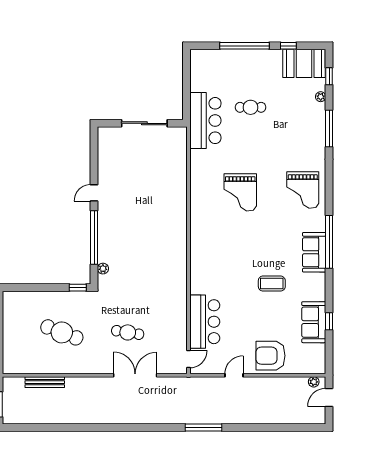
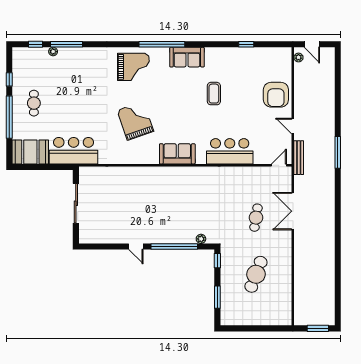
booth: (304, 63) -> (30, 152), moved, turned 90
cafe table: (251, 107) -> (34, 103), moved
window: (329, 128) -> (66, 44), moved
grand piano: (240, 192) -> (135, 121), turned -109
window: (329, 242) -> (162, 44), moved
window: (35, 288) -> (217, 297), added
bar counter: (205, 322) -> (230, 151), moved
sofa: (314, 322) -> (177, 154), moved, turned 180
door: (188, 359) -> (279, 165), hinge flipped
bench: (45, 382) -> (299, 158), moved

